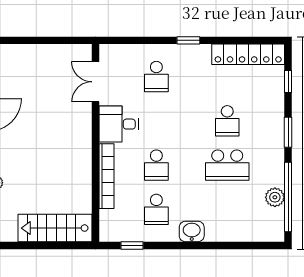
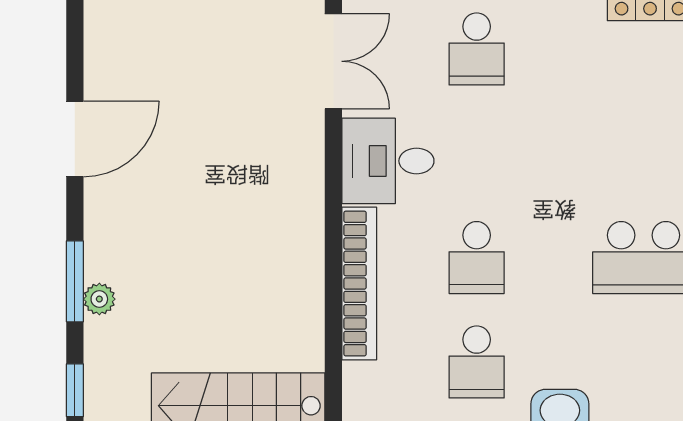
double door: (96, 82) -> (333, 61), swing flipped
school desk: (227, 121) -> (644, 153), removed

